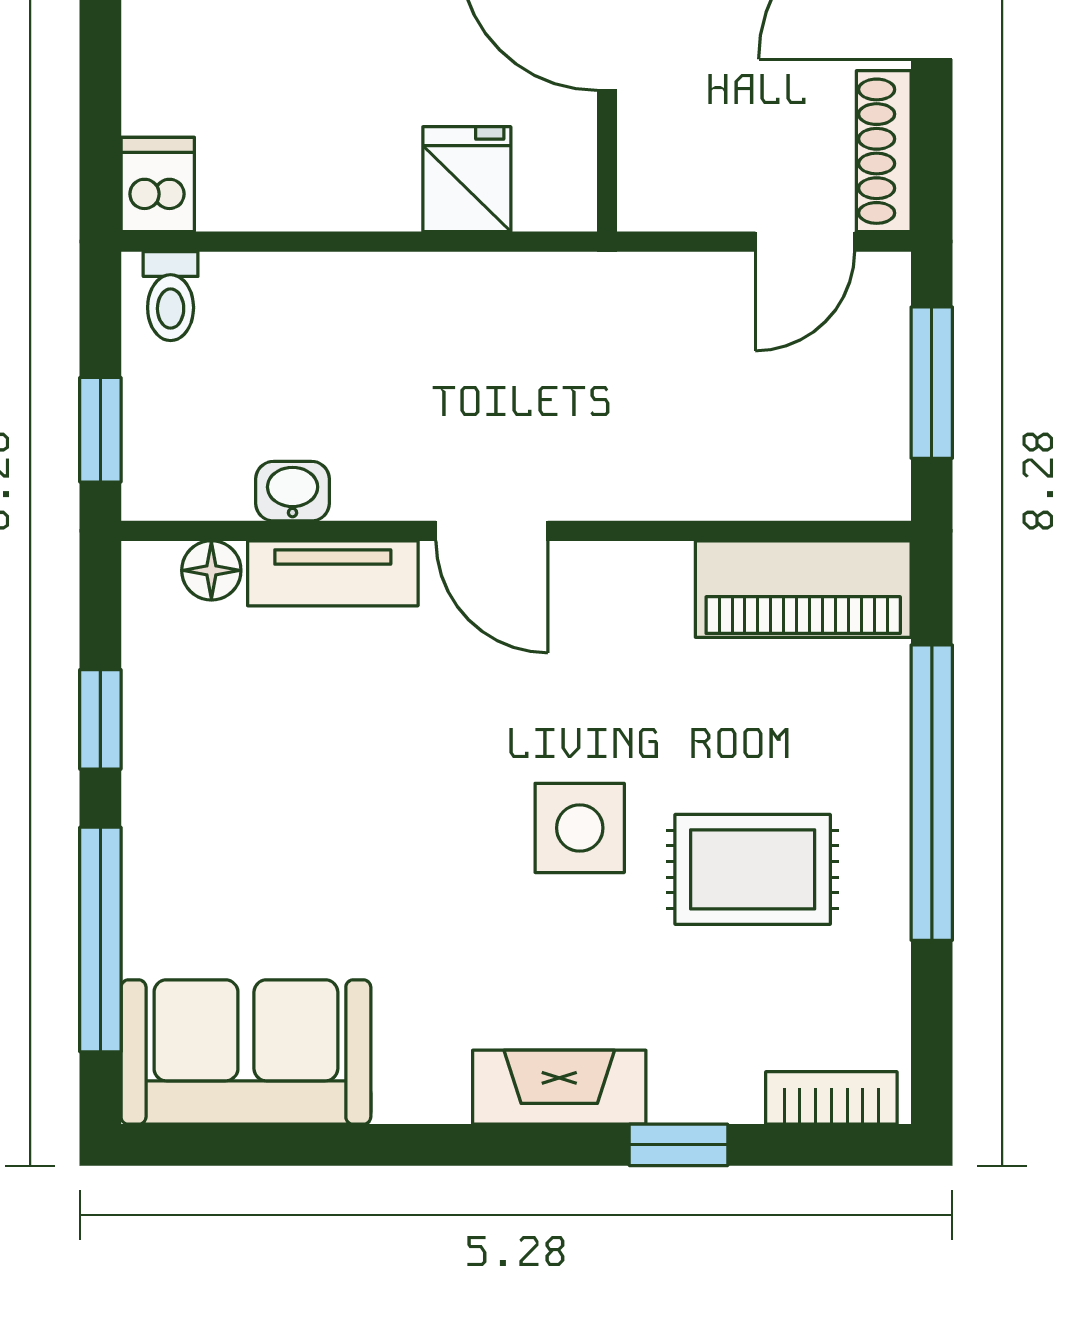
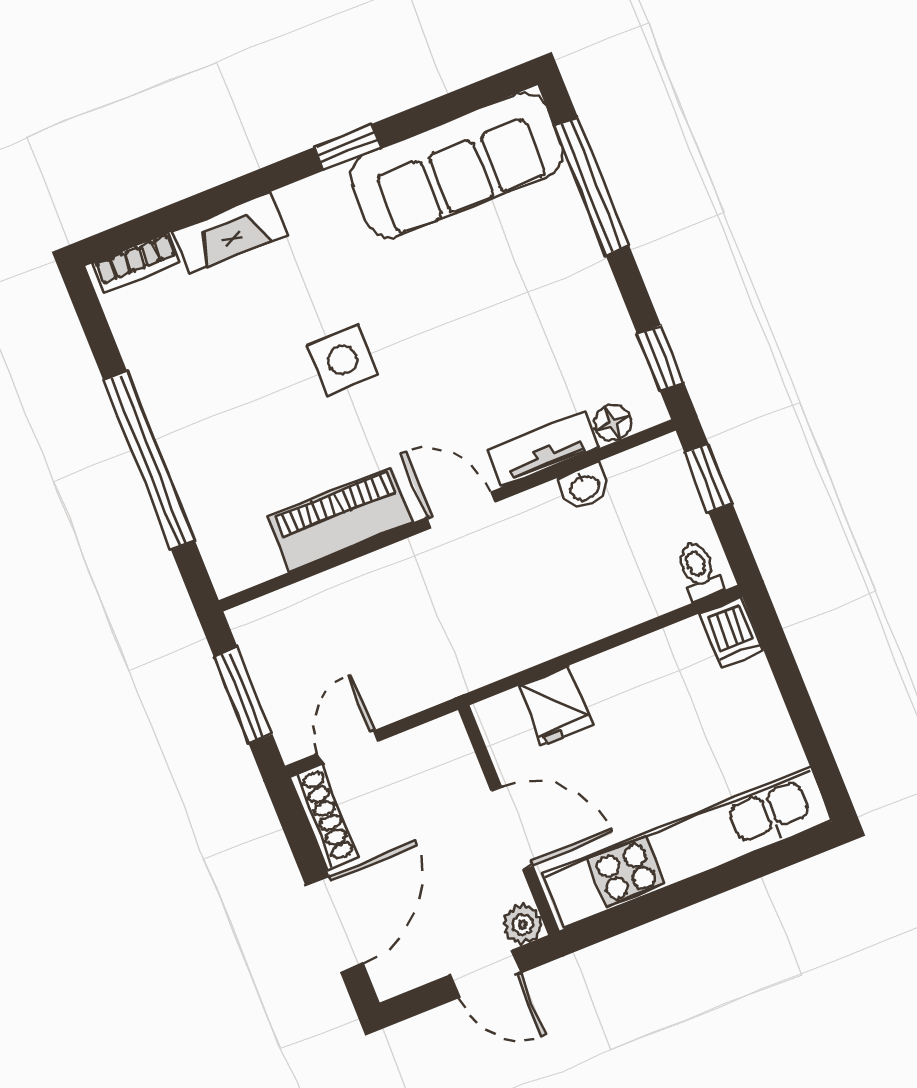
piano: (803, 589) -> (341, 519), moved
window: (100, 719) -> (661, 358), moved
rug: (753, 869) -> (234, 376), removed
sofa: (246, 1052) -> (457, 165), width x1.36
fireplace: (559, 1087) -> (230, 233), moved
window: (679, 1145) -> (348, 147), moved

